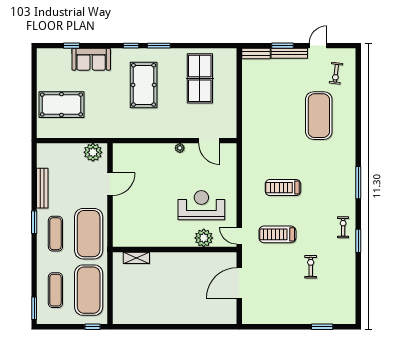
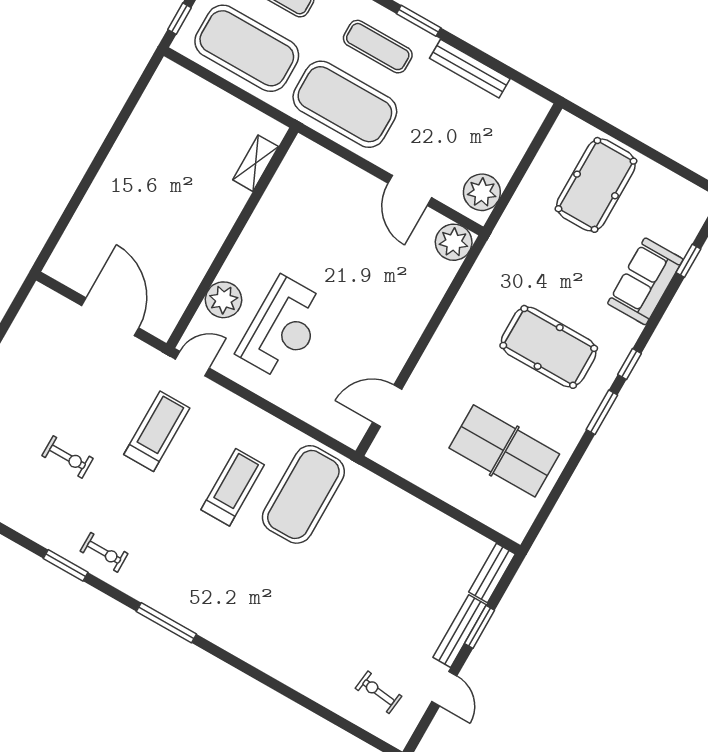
exercise mat: (319, 116) -> (303, 494), moved, turned 90
plant: (180, 148) -> (454, 242), moved, width x1.88, depth x1.88

